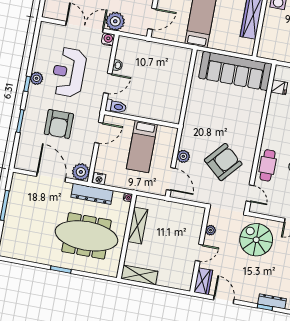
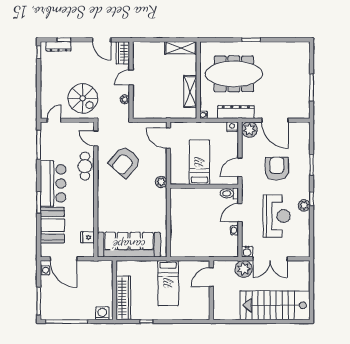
plant: (183, 156) -> (161, 182), moved

